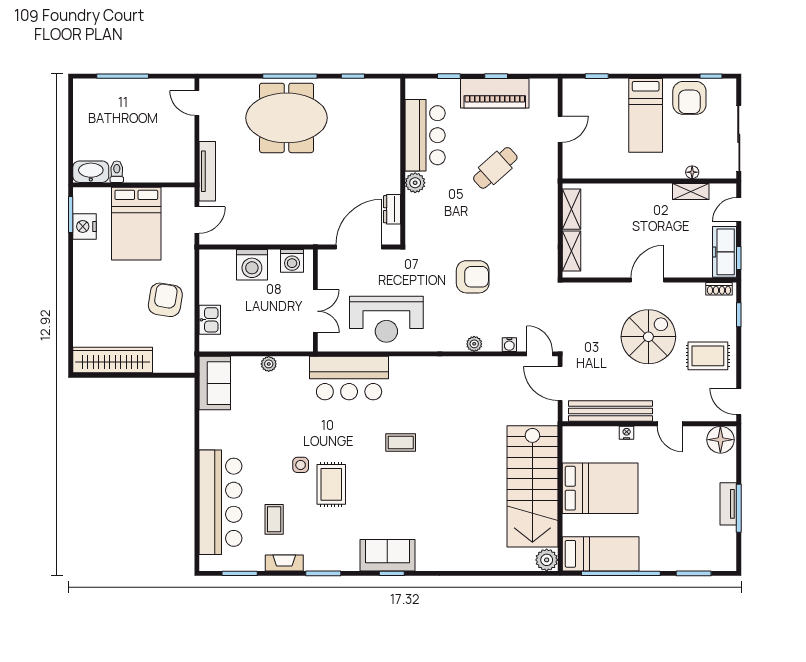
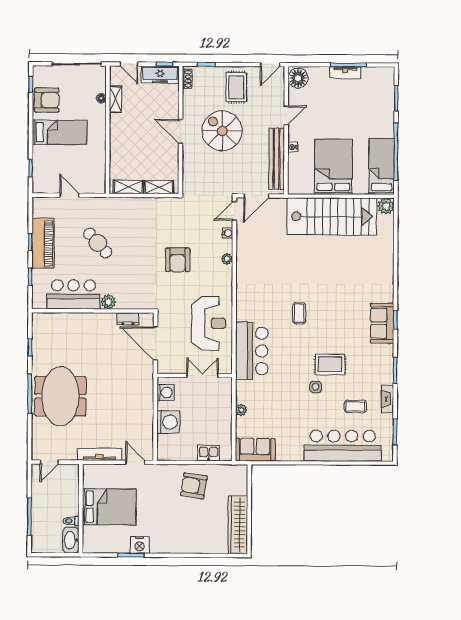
washbasin: (91, 172) -> (71, 540), moved
toilet: (117, 172) -> (71, 521), moved
wall: (134, 185) -> (81, 509), moved
bed: (136, 224) -> (109, 507), moved
armchair: (473, 277) -> (178, 260), turned 180

